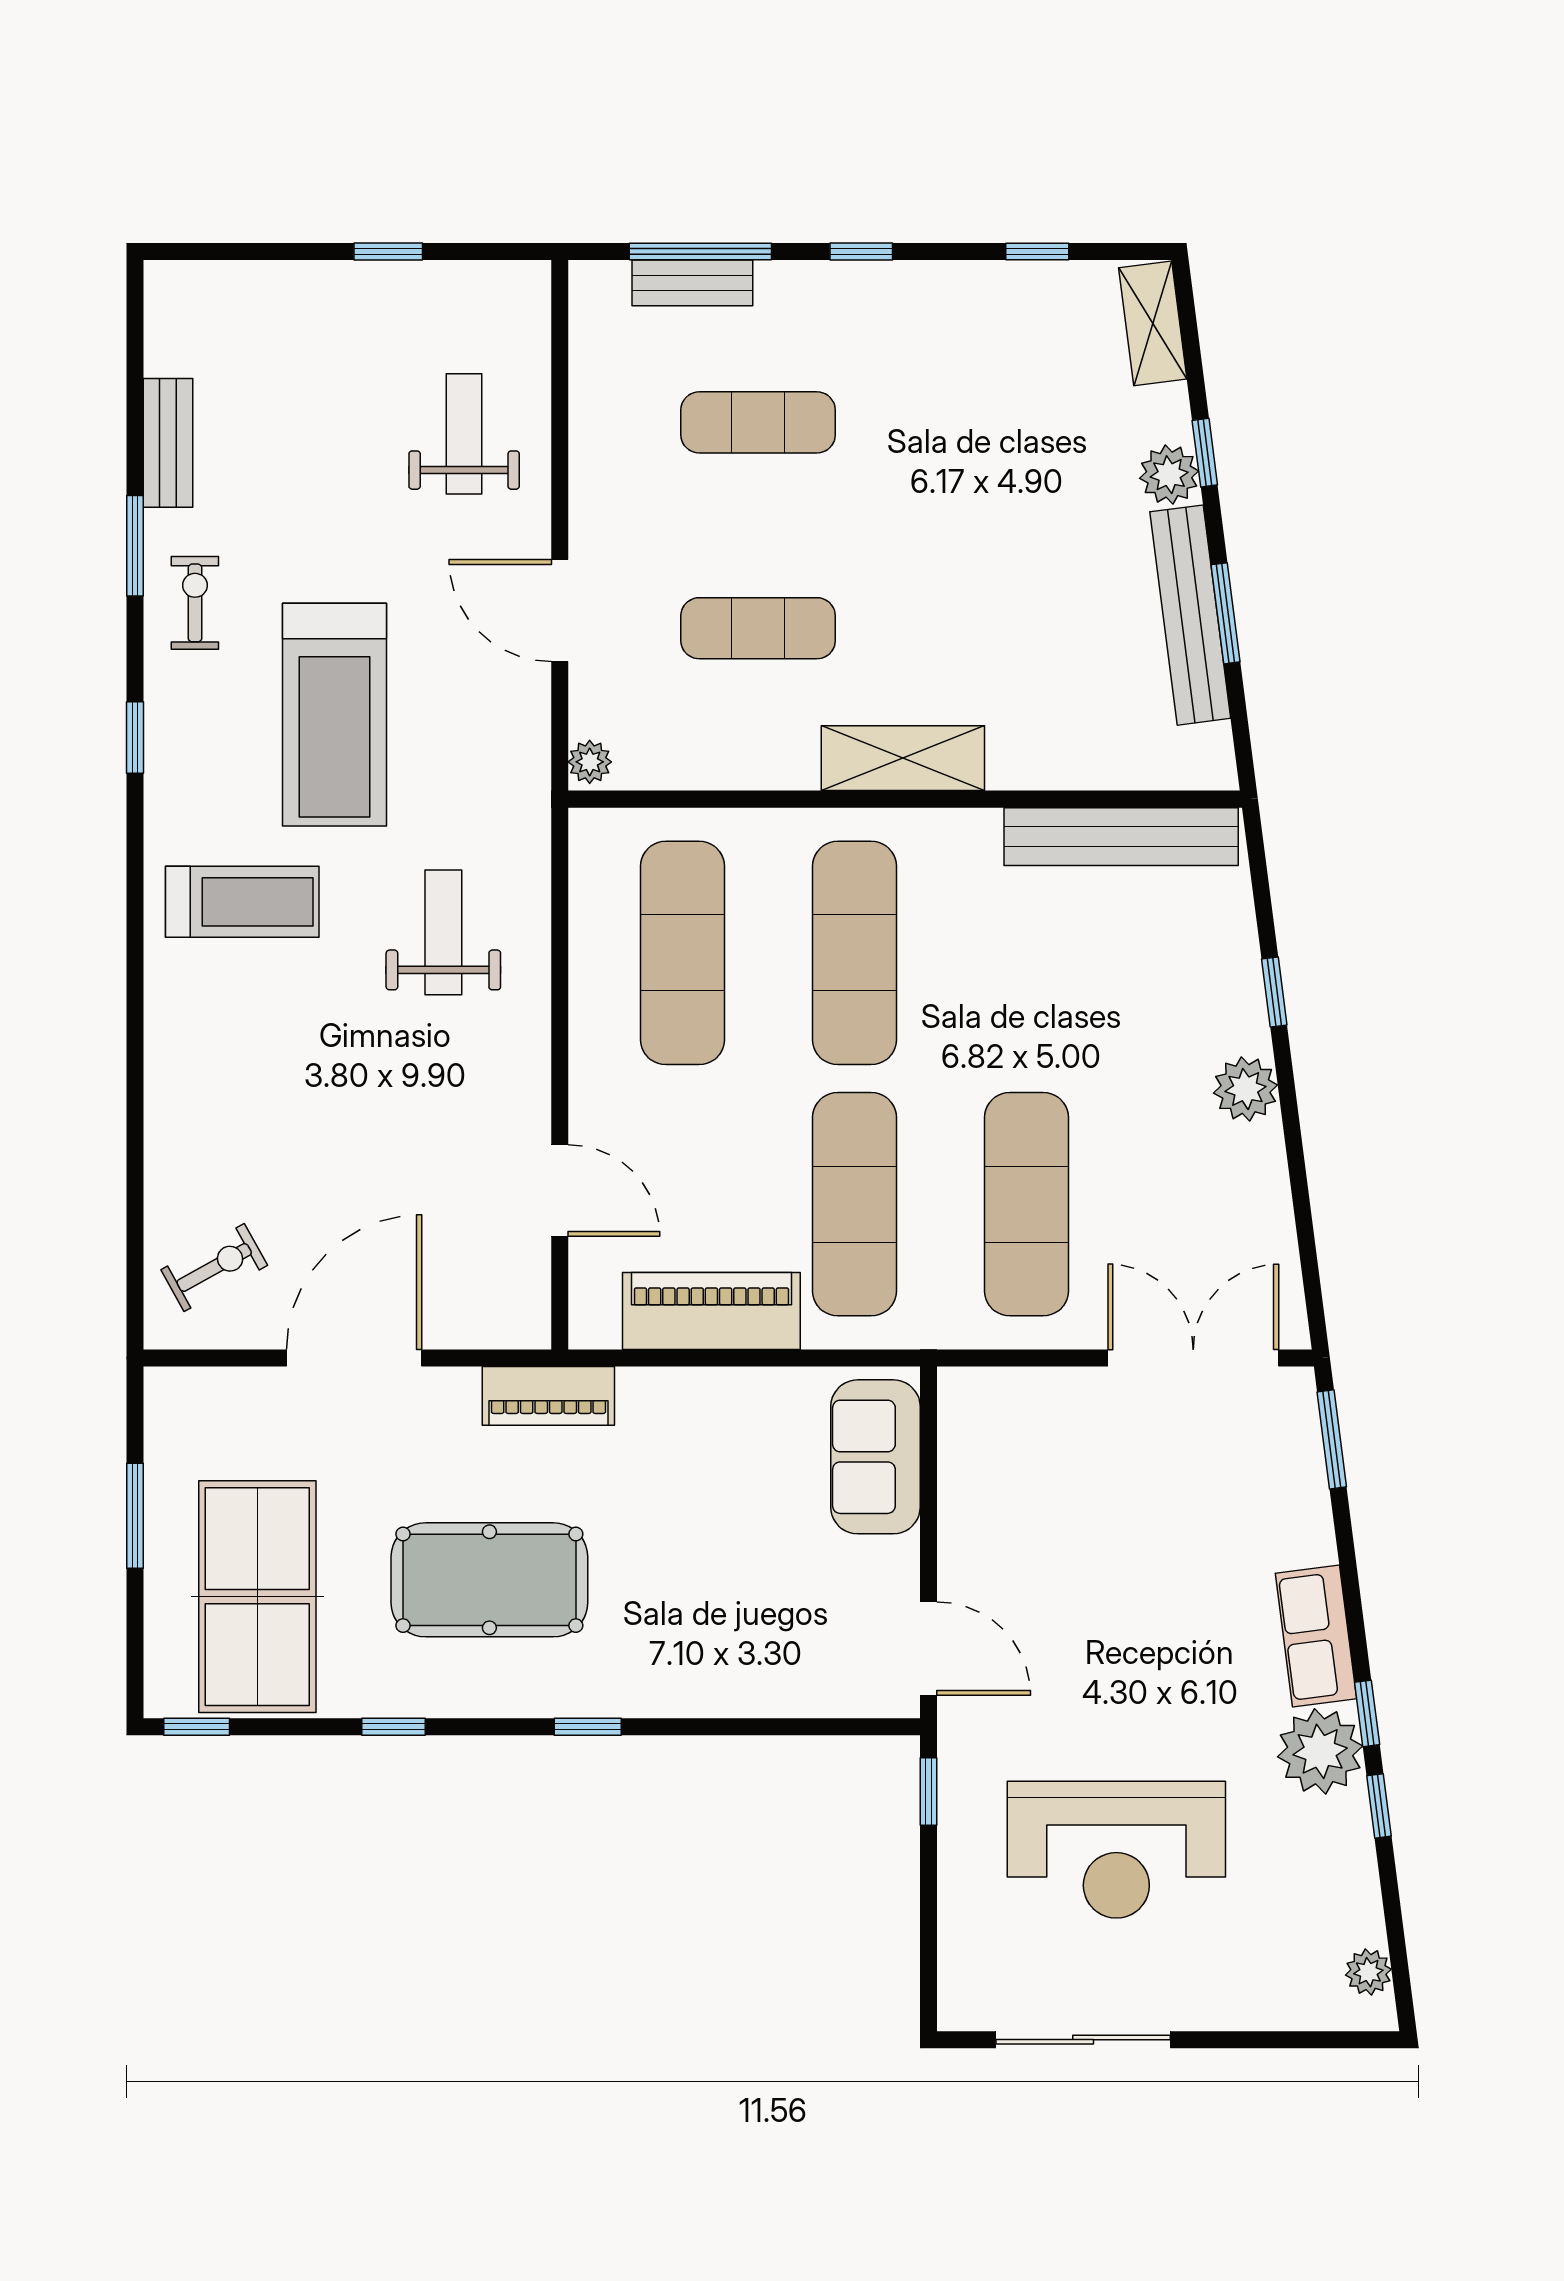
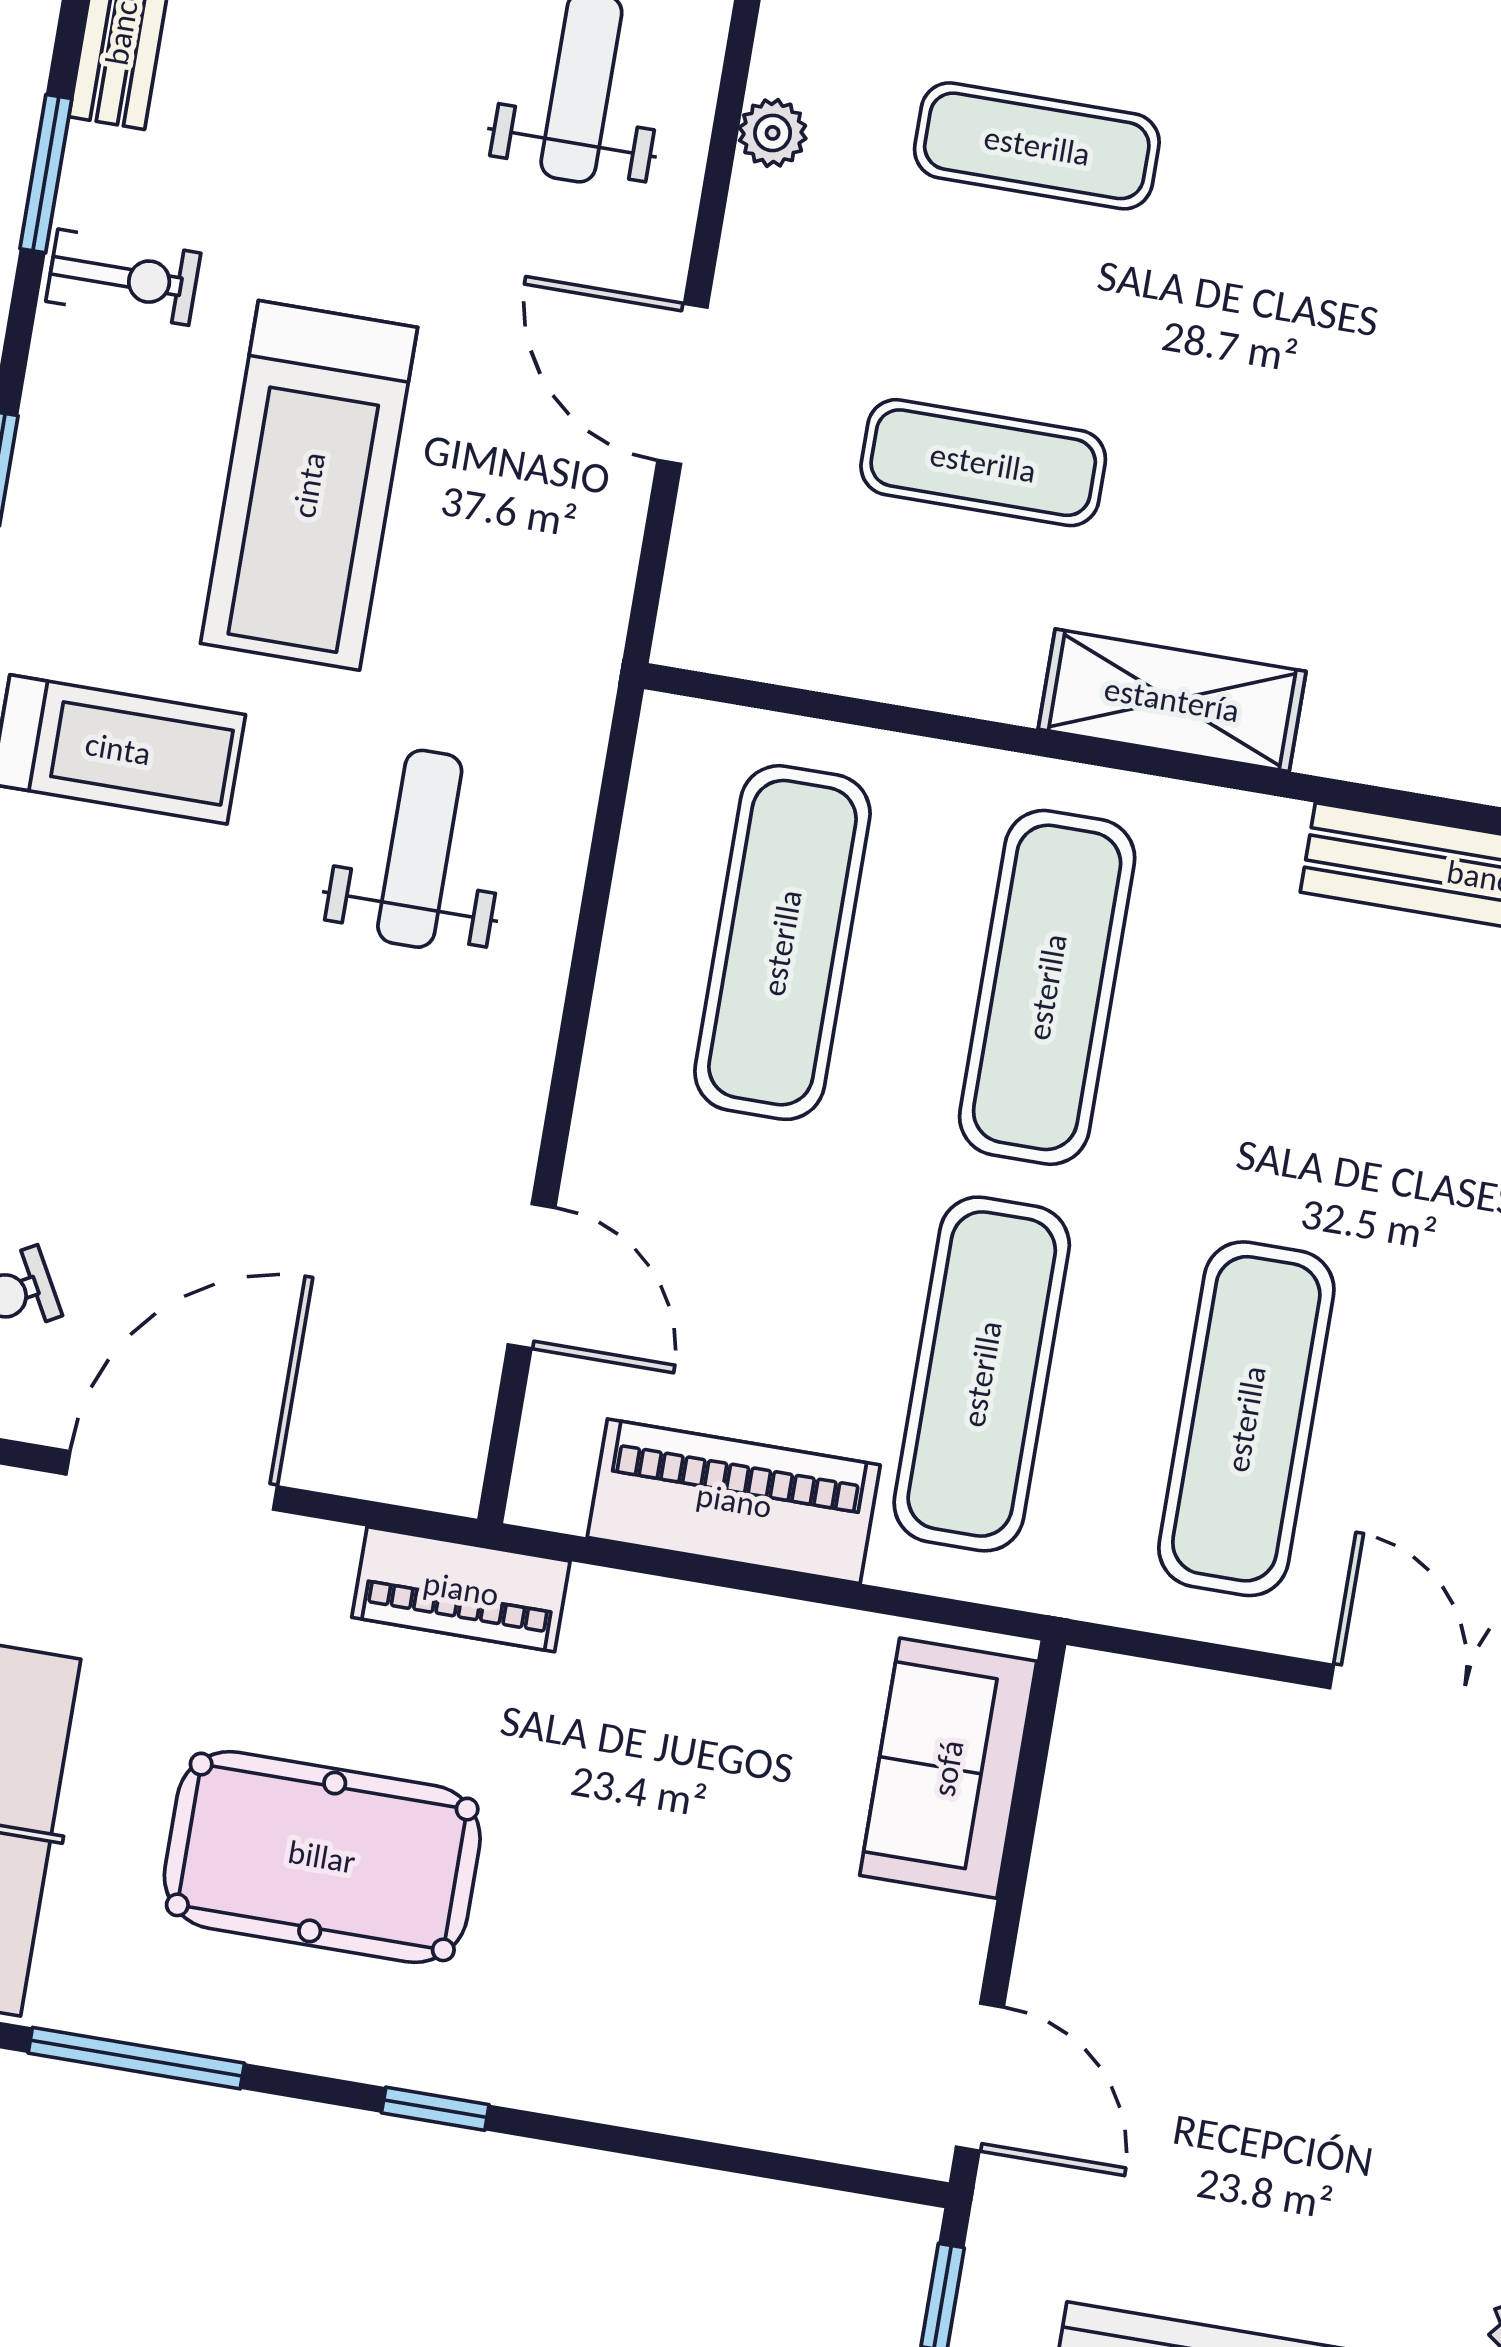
exercise bike: (195, 603) -> (123, 277), turned 90
plant: (590, 762) -> (773, 133), moved
window: (393, 1727) -> (136, 2058), width x2.17

